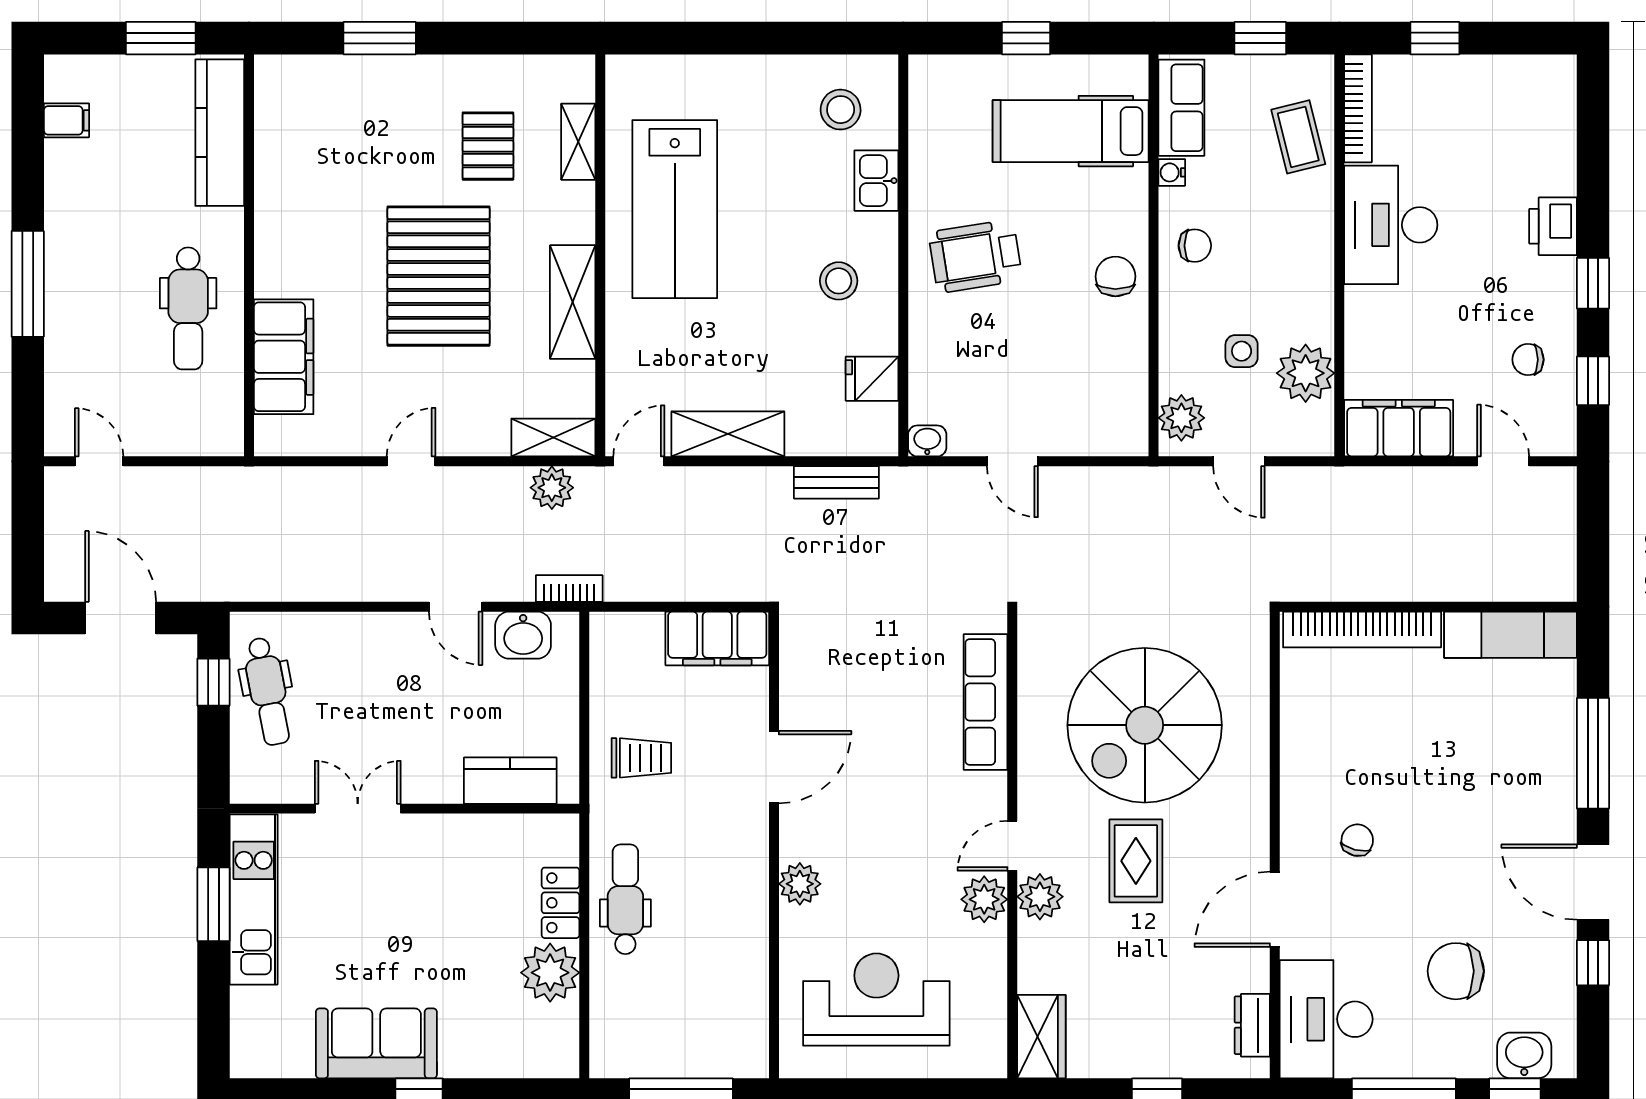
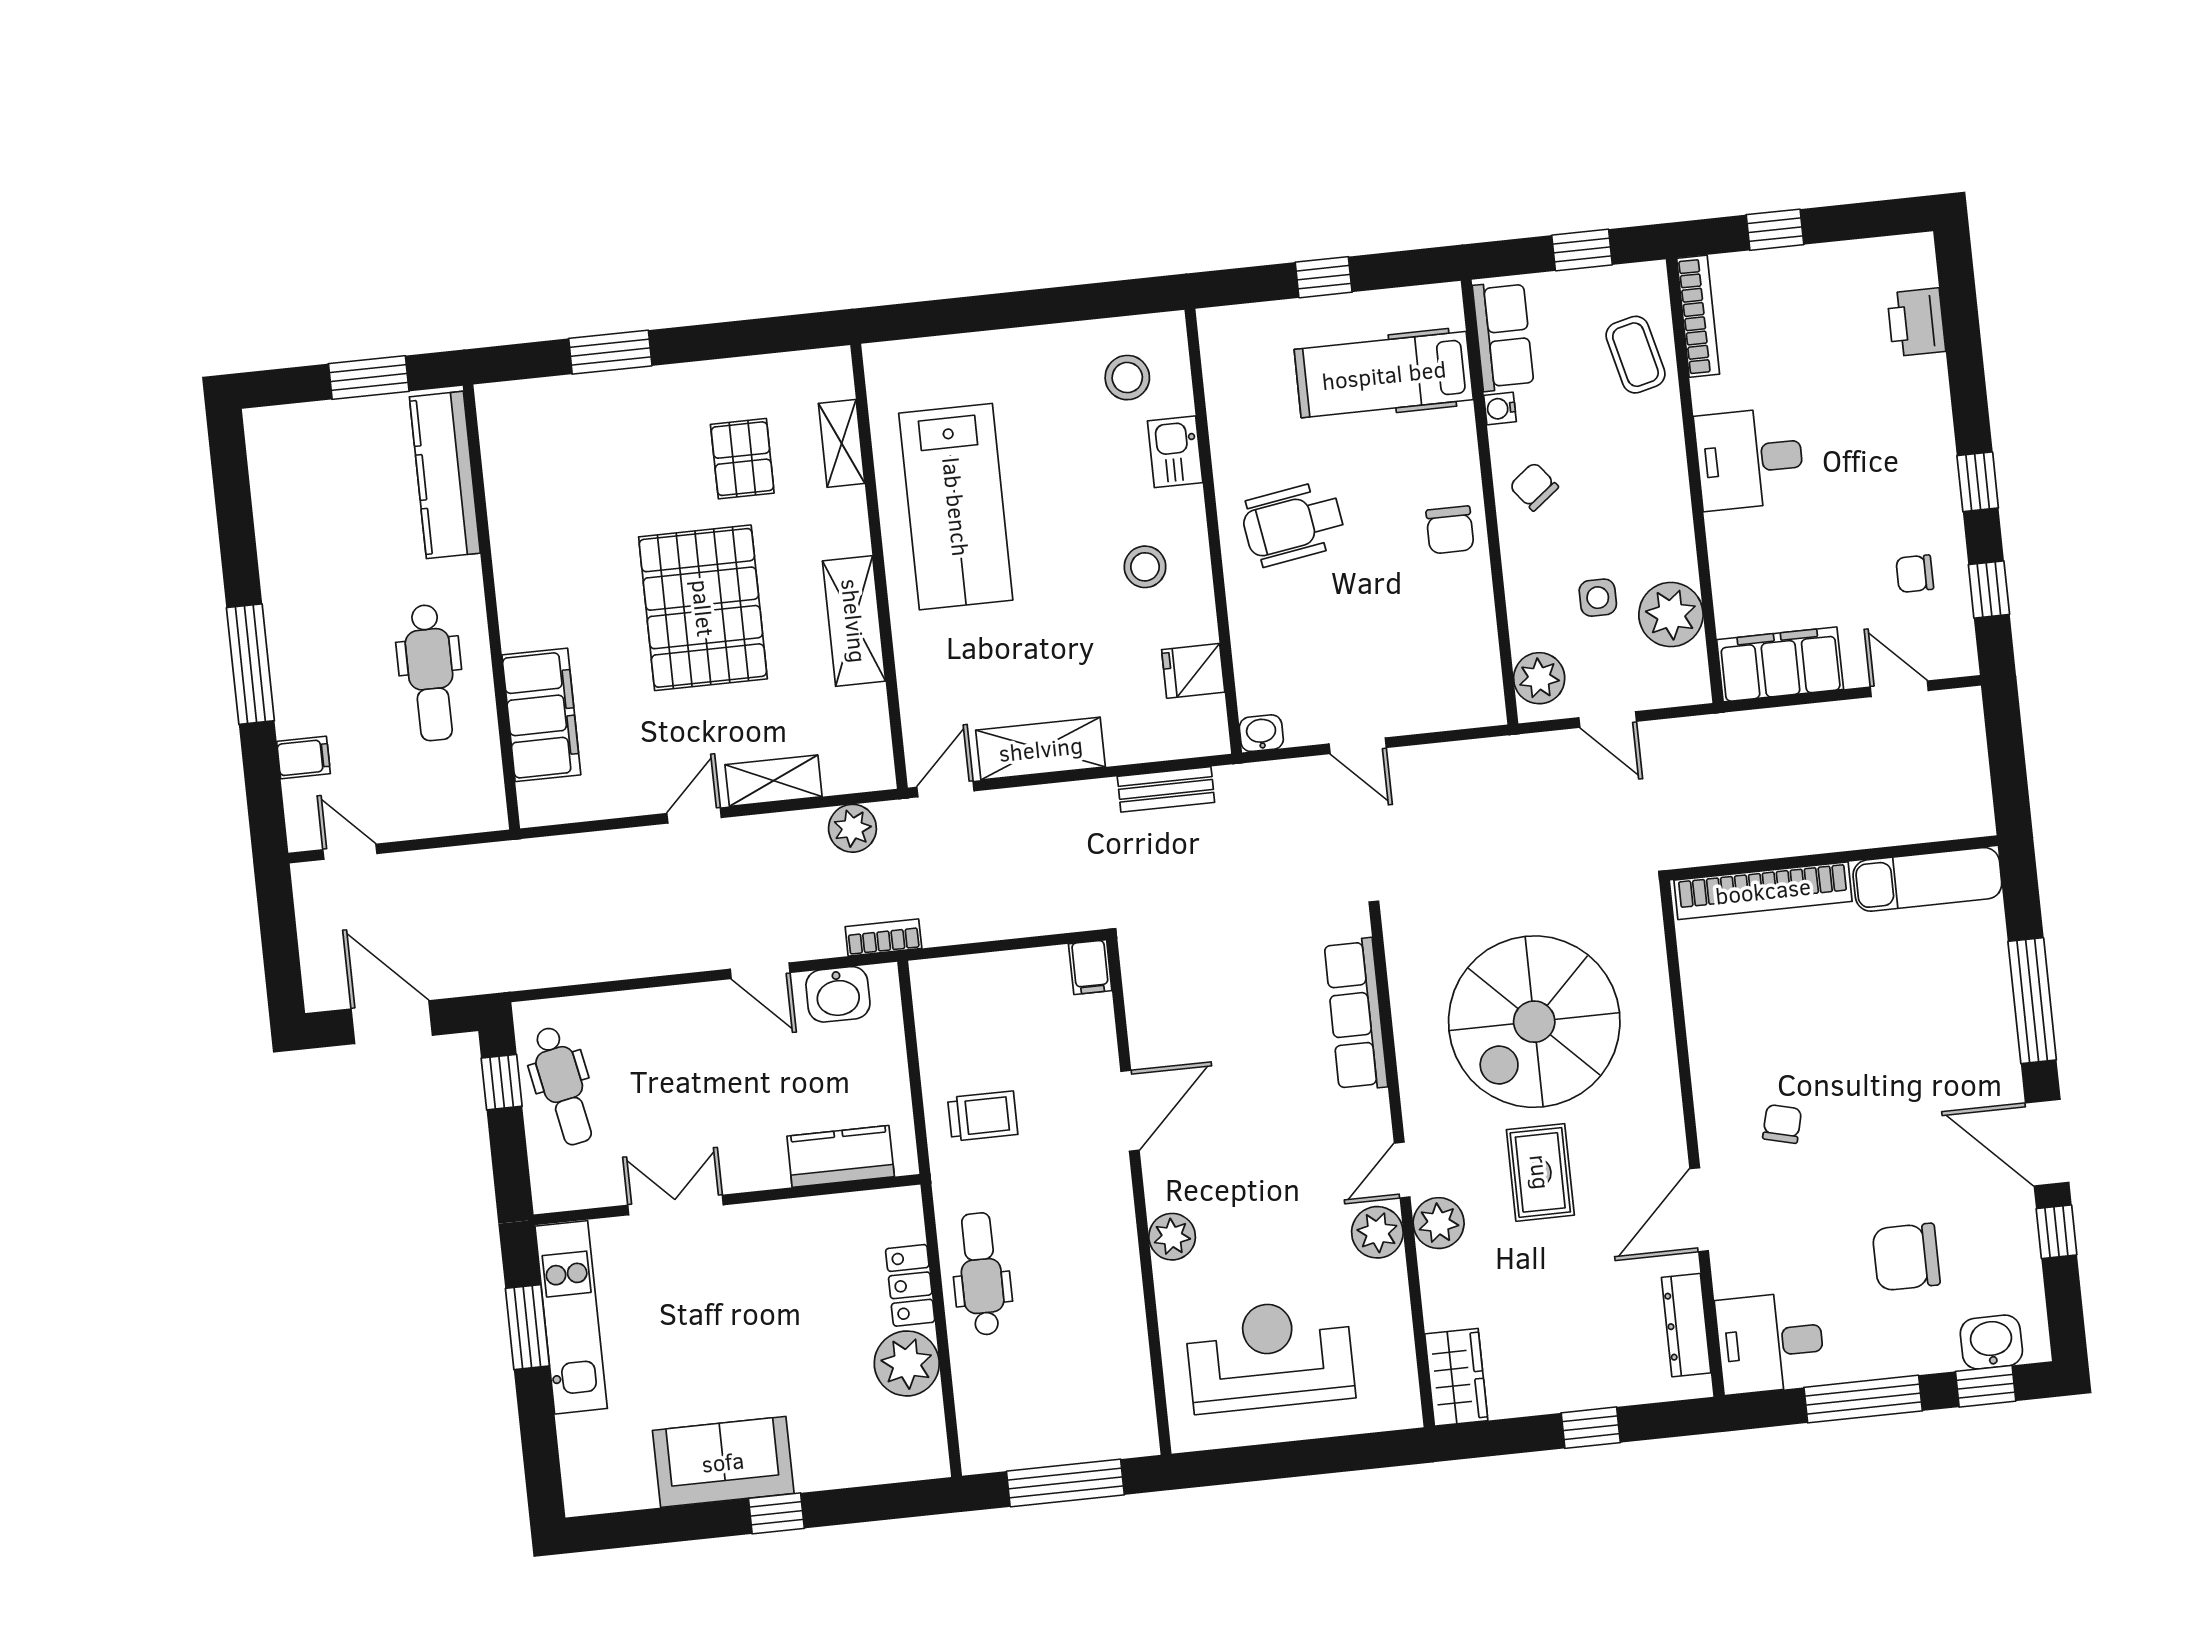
filing cabinet: (66, 120) -> (303, 757), moved
desk: (1391, 225) -> (1750, 459), width x0.73
printer: (1553, 226) -> (1916, 322), moved
chair: (1195, 246) -> (1534, 487), turned -128
chair: (1115, 276) -> (1450, 530), turned 180
shelving: (553, 438) -> (774, 781), moved
filing cabinet: (717, 638) -> (1090, 967), width x0.33, depth x0.86
desk: (1326, 1019) -> (1770, 1343), width x0.73
dresser: (1252, 1025) -> (1686, 1325), width x1.44

